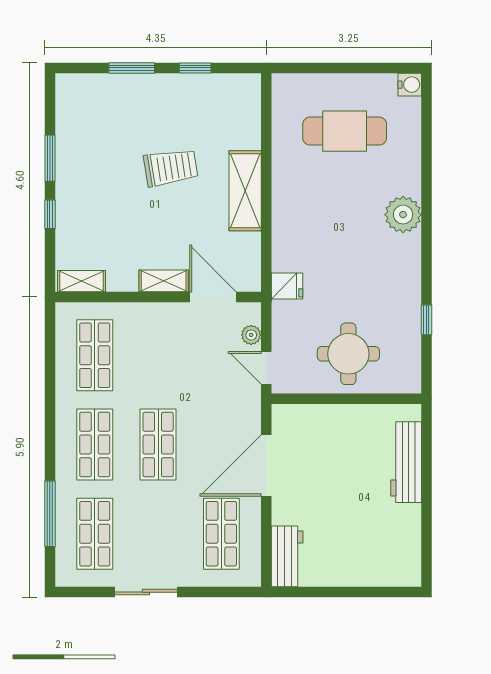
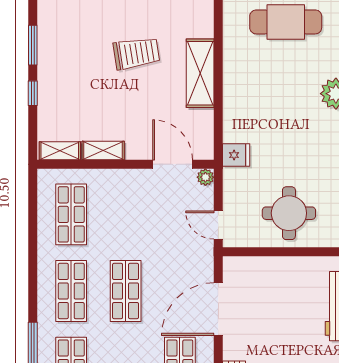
shelving: (164, 281) -> (103, 150), moved
plant: (251, 335) -> (205, 177), moved

